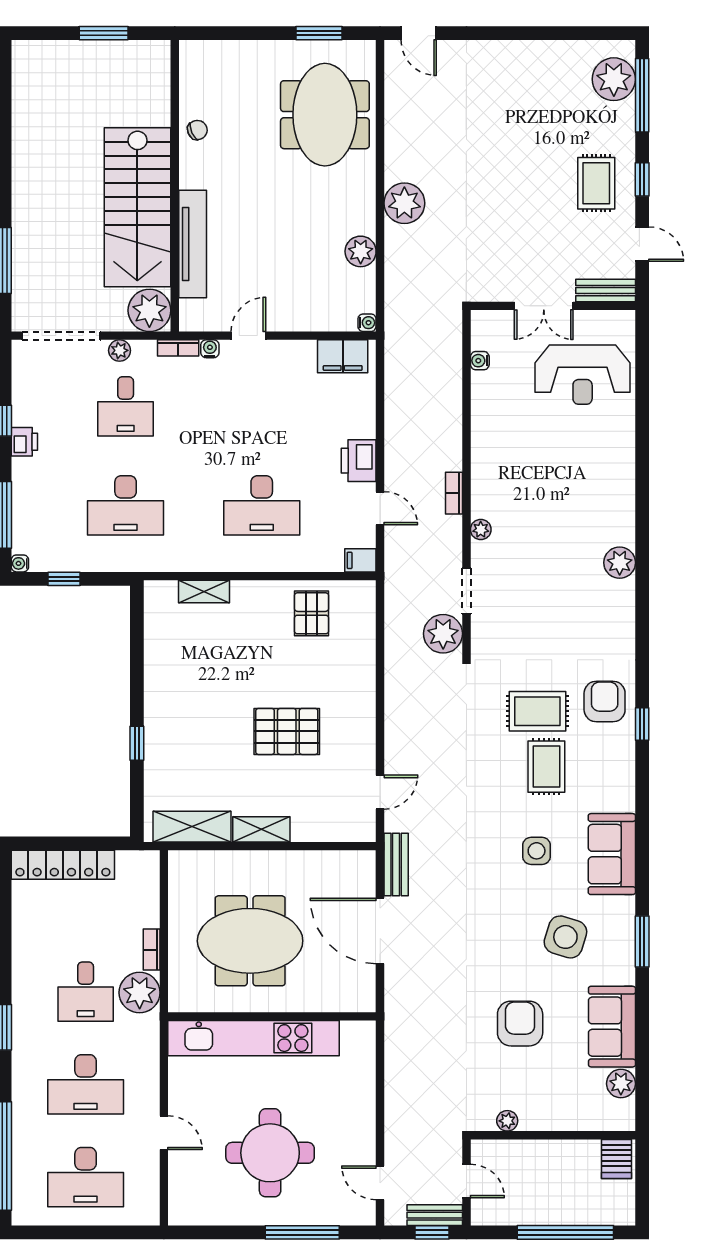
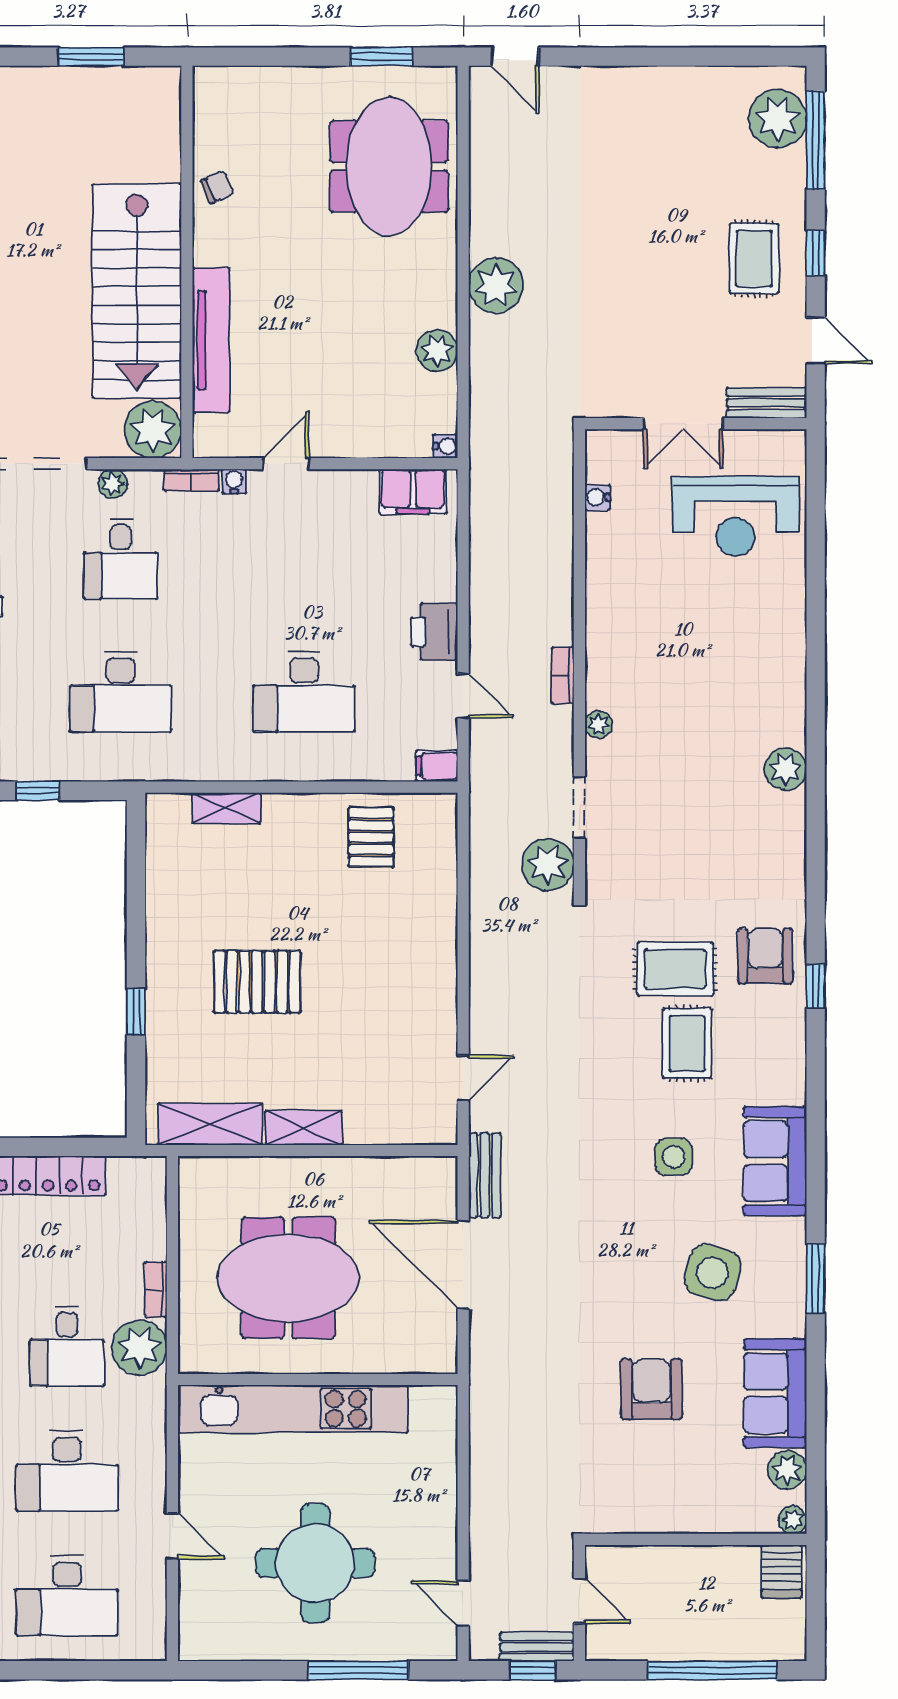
pallet: (287, 731) -> (257, 982), moved
plant: (507, 1121) -> (793, 1520), moved

